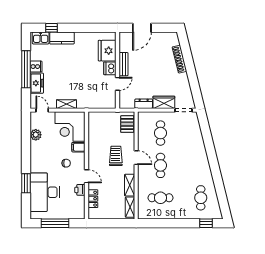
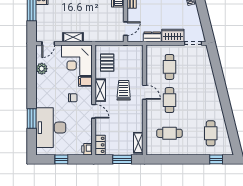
freezer: (37, 83) -> (43, 16), removed
door: (118, 84) -> (125, 29), moved
door: (42, 110) -> (48, 43), swing flipped
pallet: (127, 124) -> (107, 63), moved
shelving: (130, 185) -> (100, 90), moved
printer: (80, 190) -> (87, 149), moved
locker: (93, 199) -> (100, 145), moved
window: (55, 223) -> (61, 159), width x0.46
window: (114, 223) -> (122, 159), added

